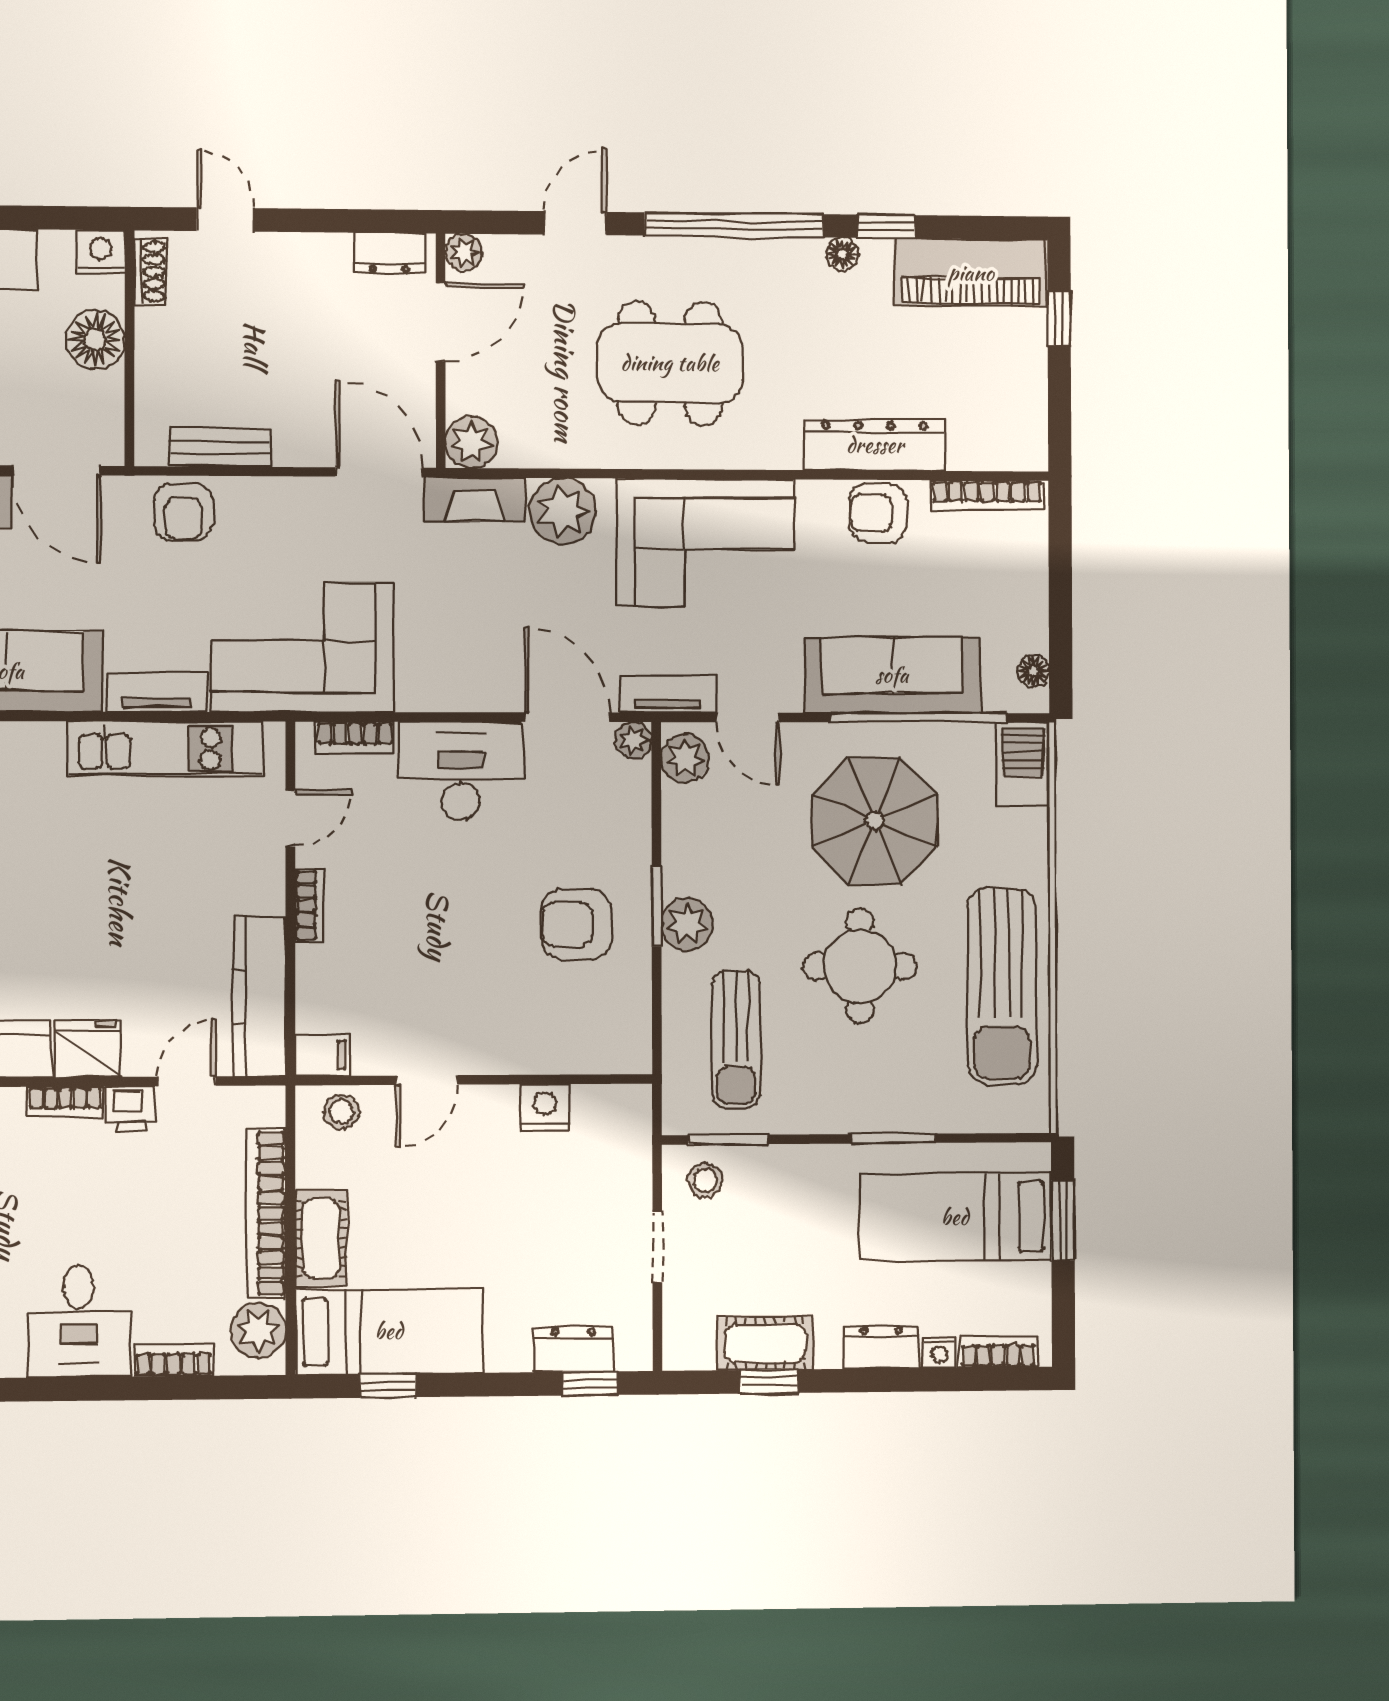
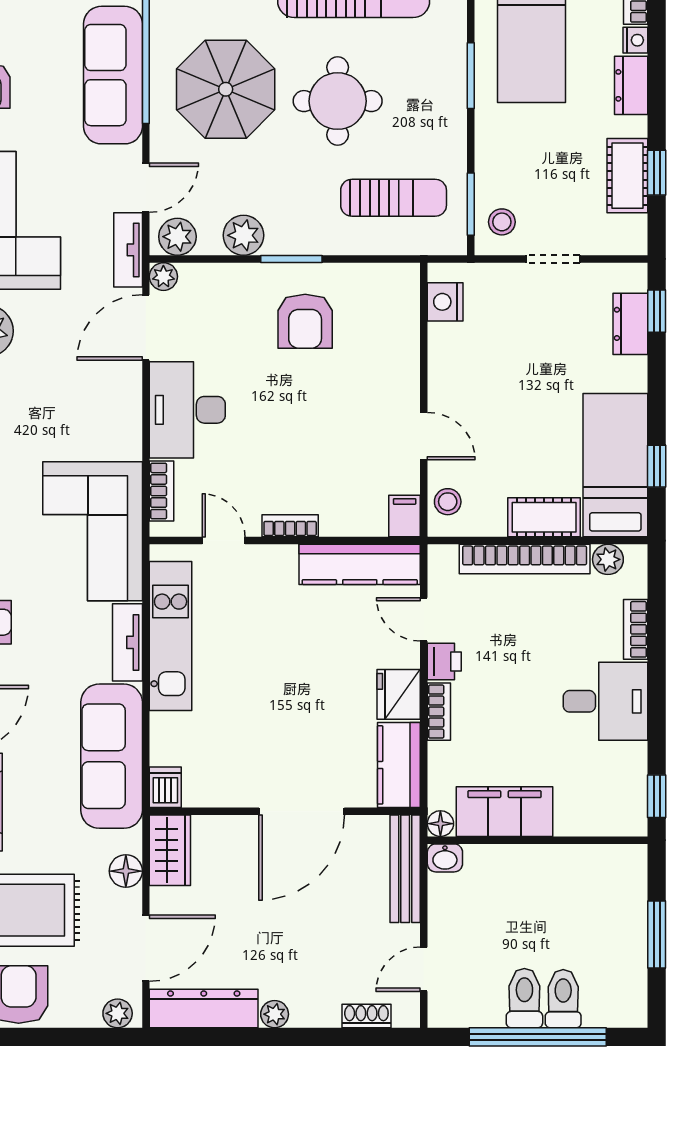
plant: (687, 924) -> (243, 235), moved
nightstand: (545, 1107) -> (445, 302), moved
plant: (258, 1330) -> (608, 559), width x0.73, depth x0.73

